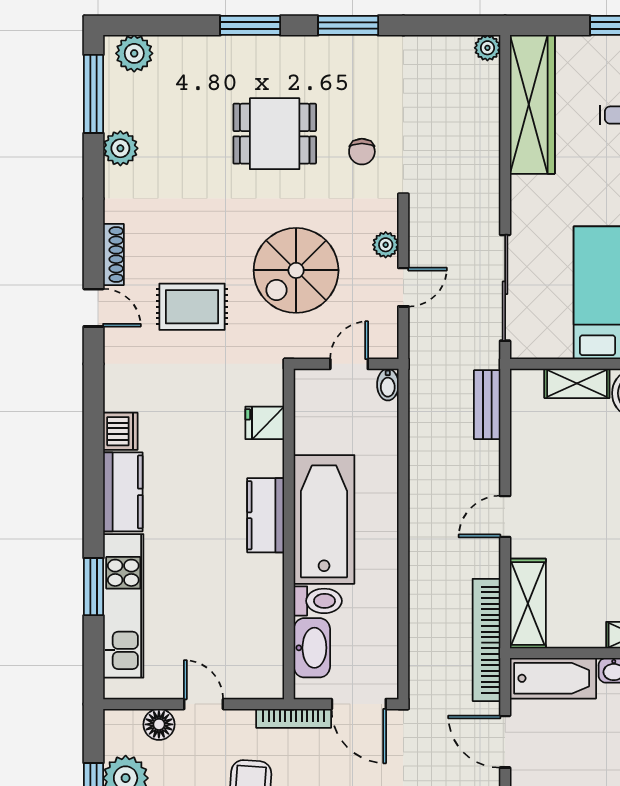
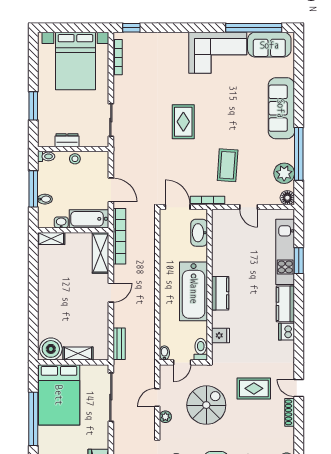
toilet: (318, 601) -> (201, 349), moved, turned 90
floor lamp: (159, 724) -> (287, 198), moved

